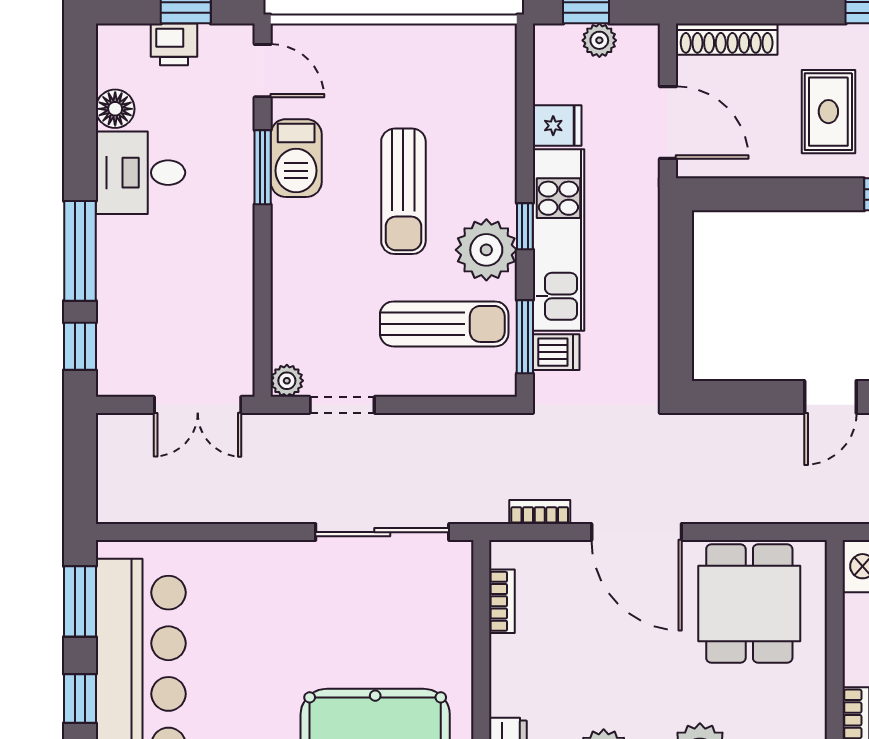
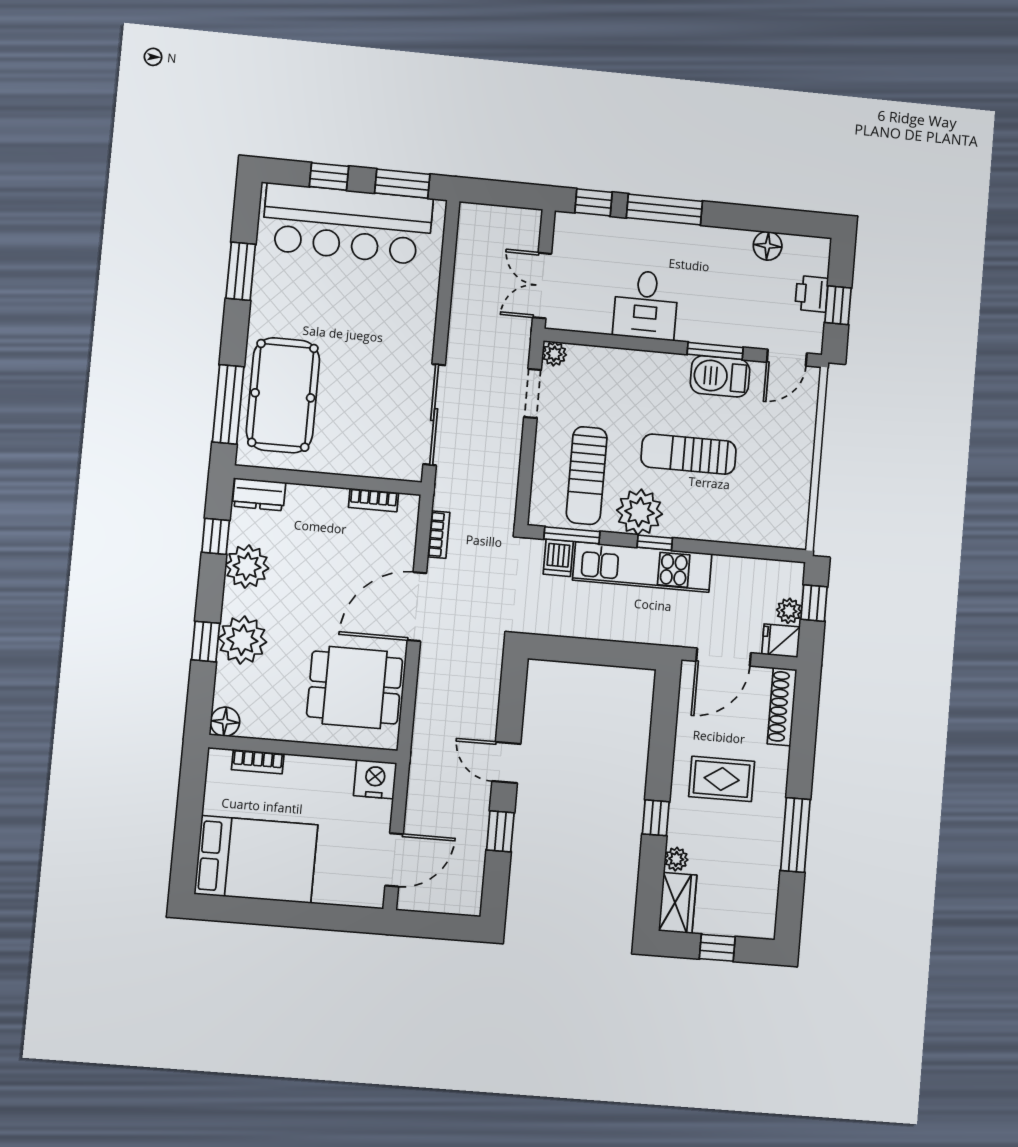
fridge: (557, 126) -> (781, 641), moved, turned 90
desk: (140, 173) -> (646, 305), moved, turned 180

